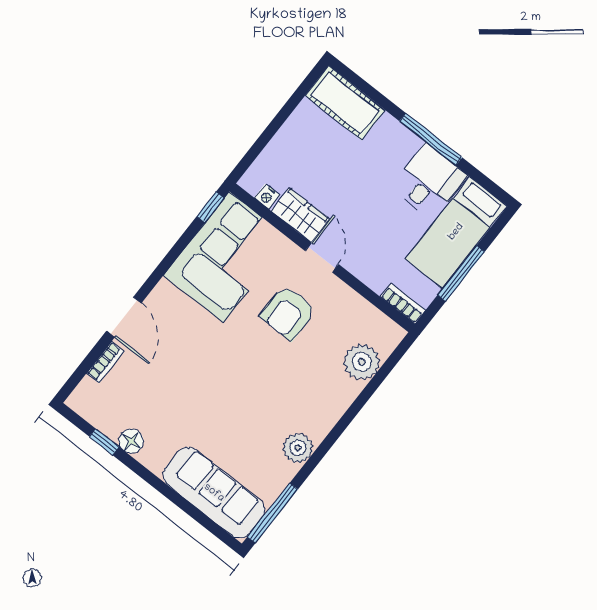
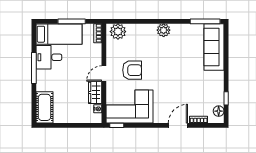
plant: (362, 362) -> (118, 32), moved
floor lamp: (131, 441) -> (219, 111), moved
plant: (298, 448) -> (164, 30), moved

